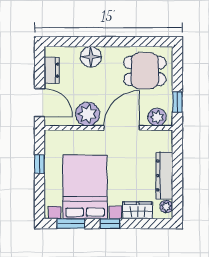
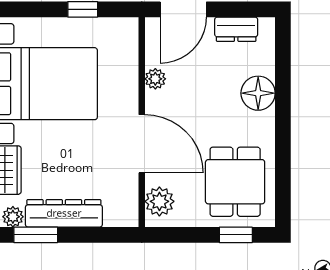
window: (177, 102) -> (236, 235), moved
plant: (88, 114) -> (155, 79), width x0.53, depth x0.53
window: (177, 193) -> (36, 235), added

